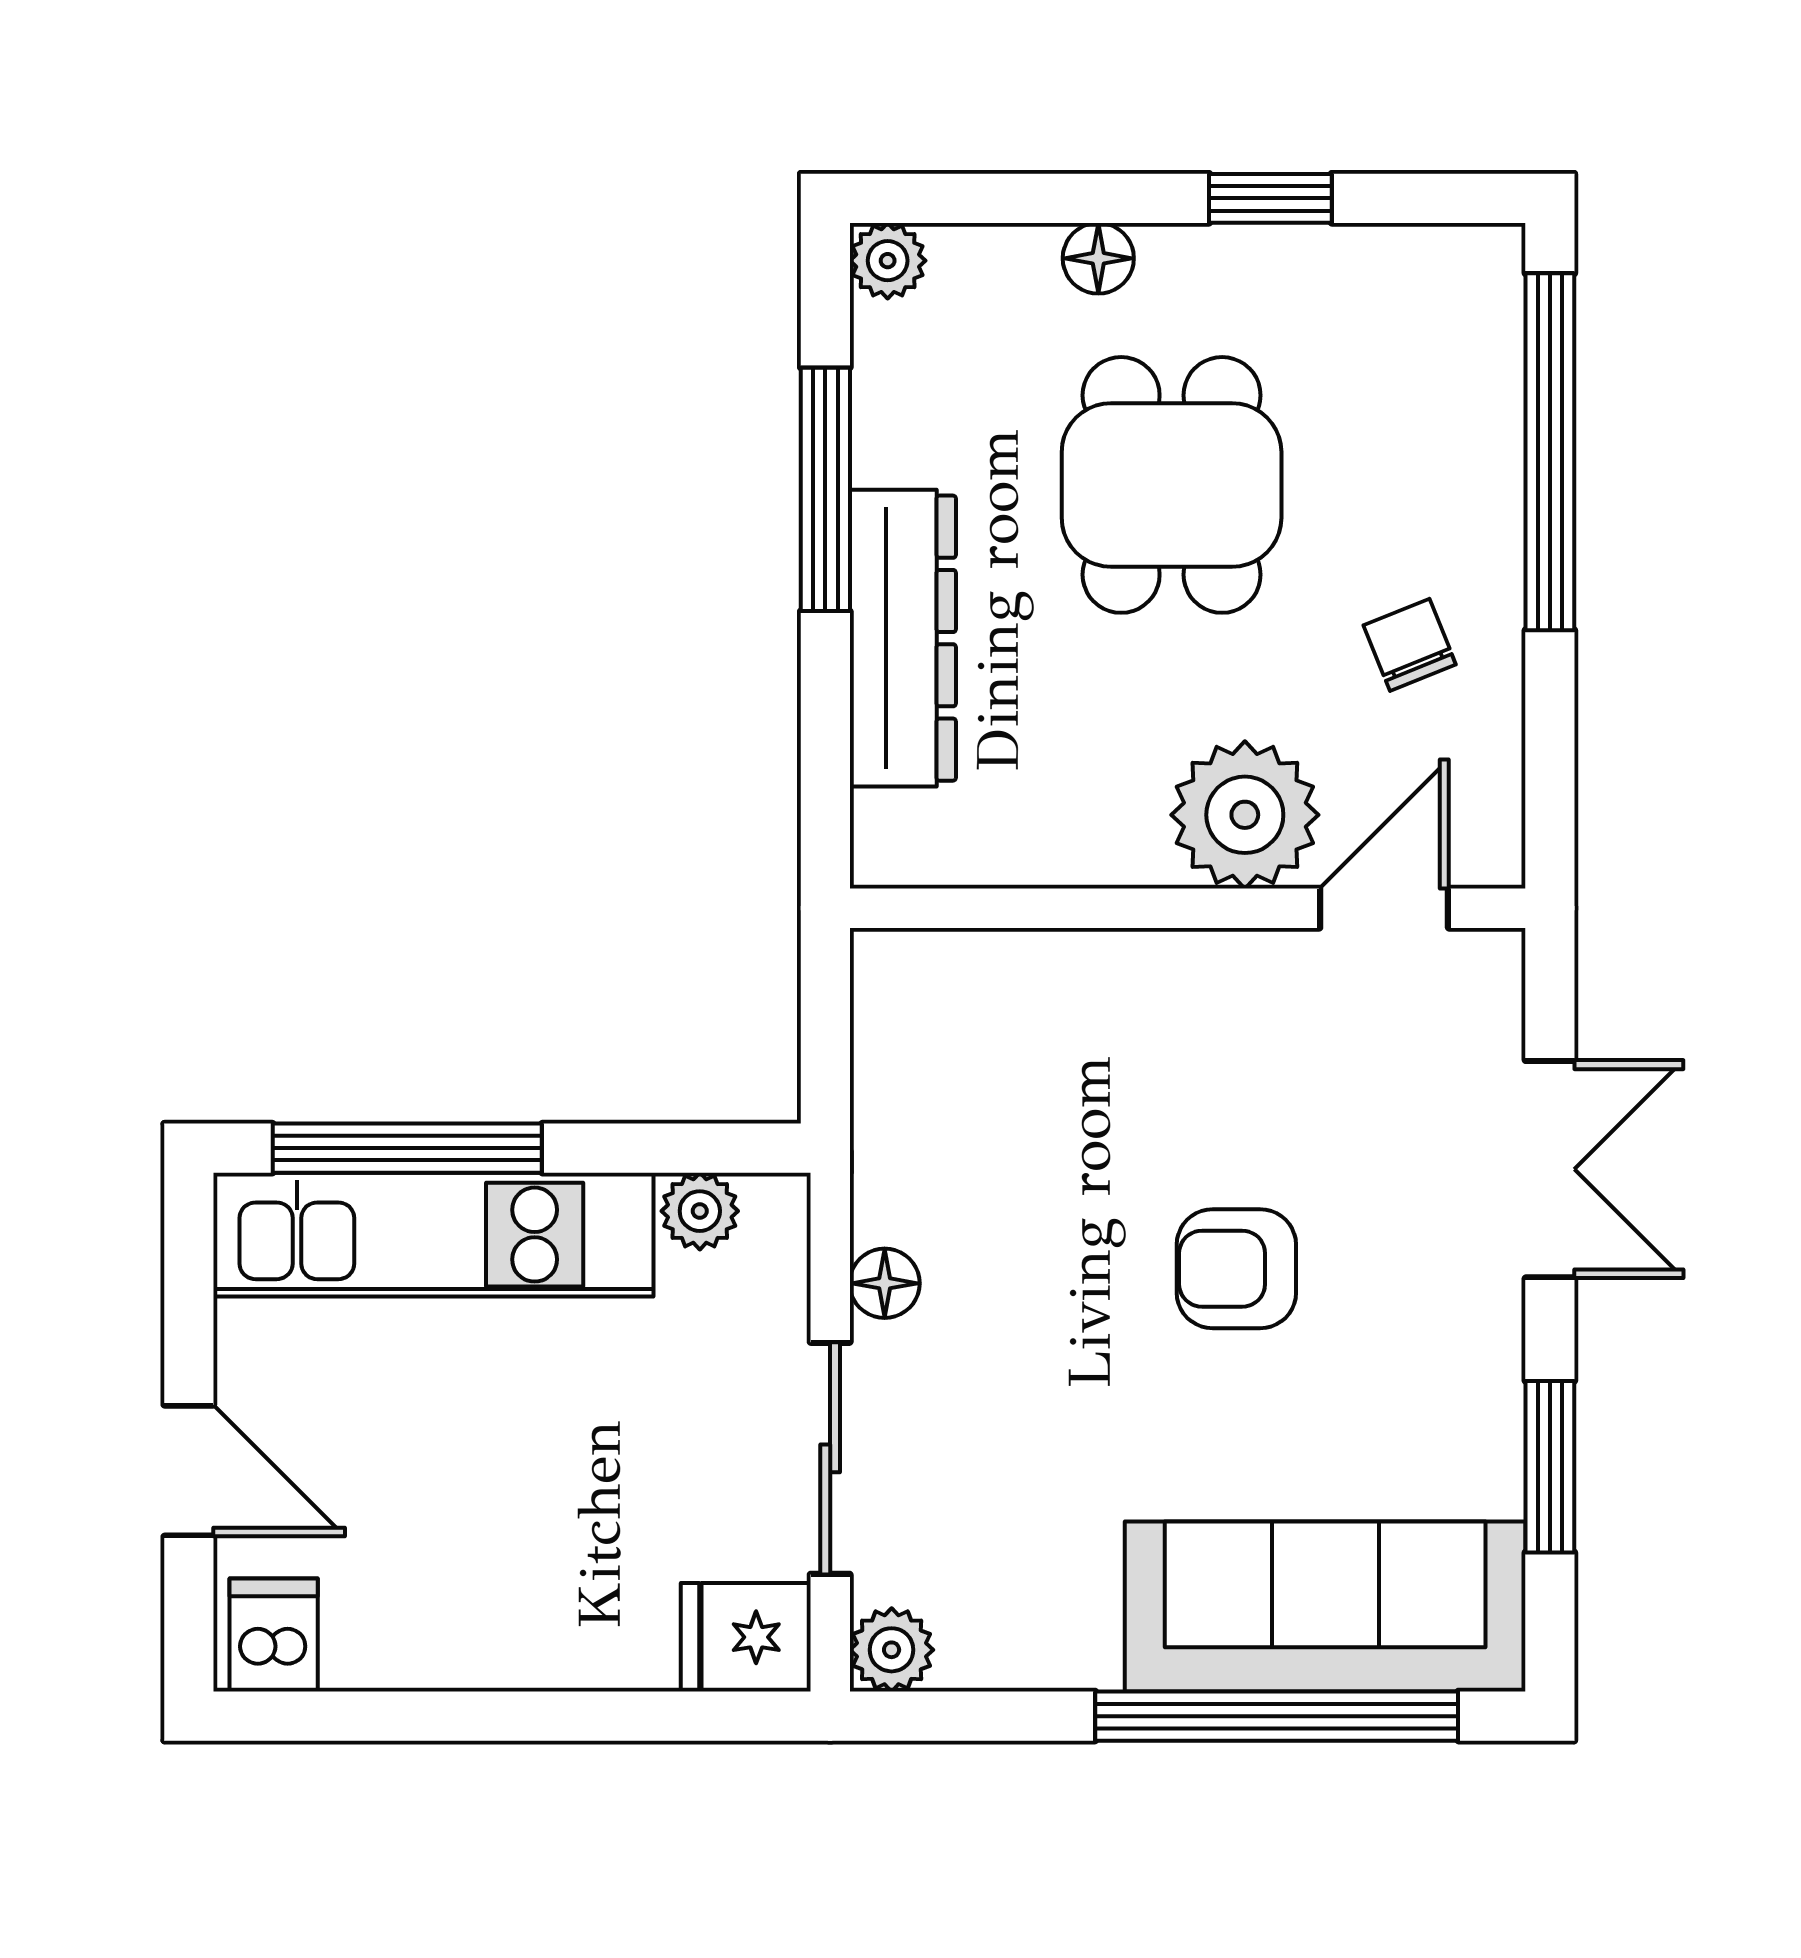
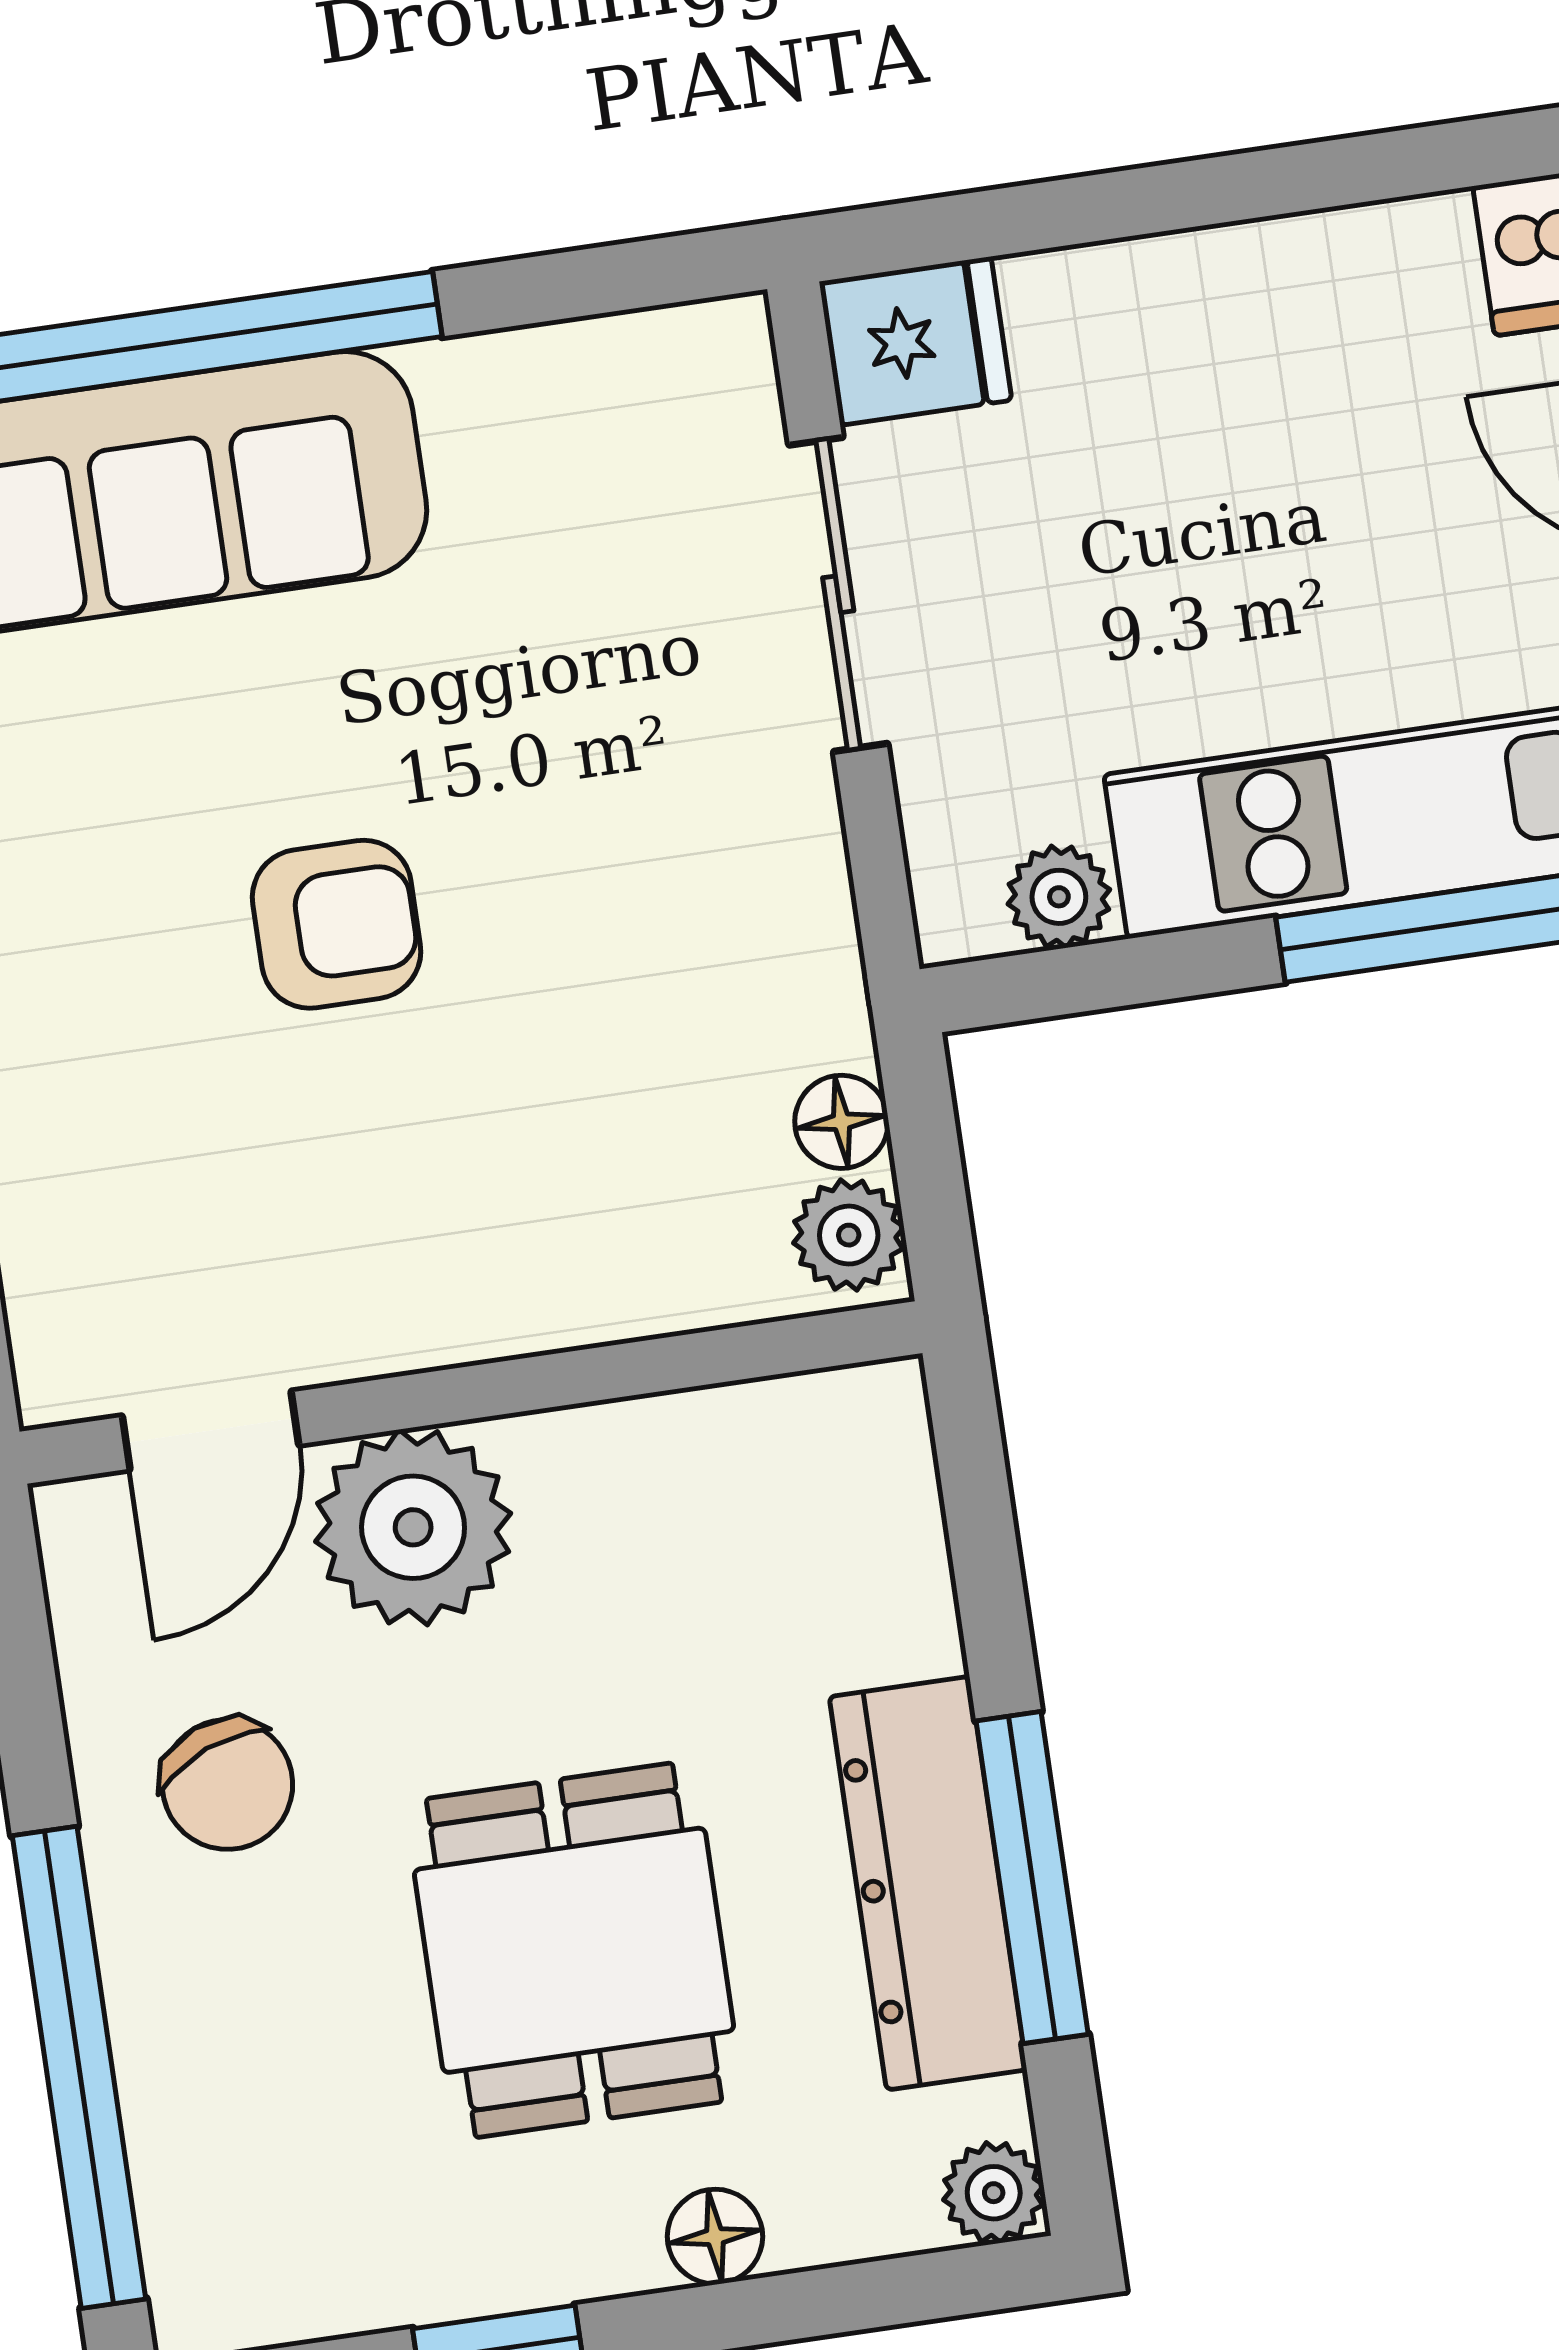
dresser: (903, 638) -> (928, 1883), moved
chair: (1410, 645) -> (227, 1784), width x1.37, depth x1.37
floor lamp: (885, 1283) -> (841, 1122), moved
plant: (892, 1650) -> (849, 1235), moved

